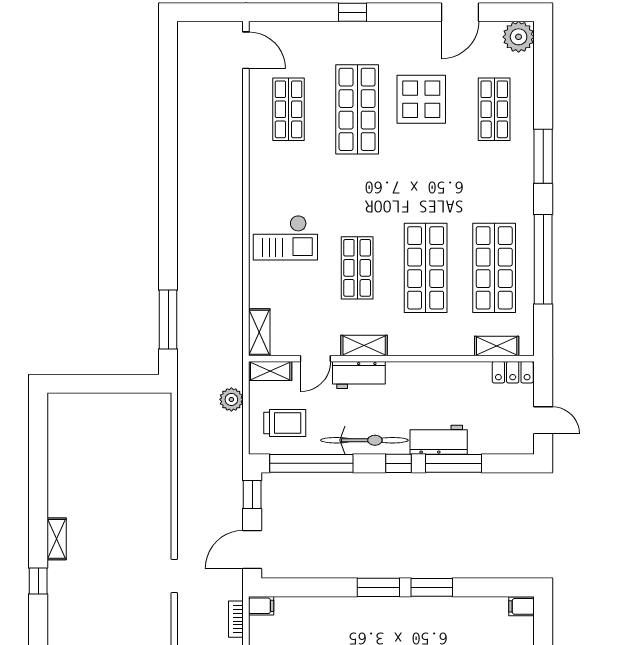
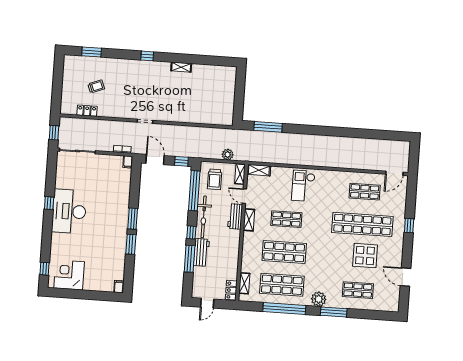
plant: (519, 37) -> (319, 299), moved
shop shelf: (357, 109) -> (362, 224), width x1.40
shelving: (57, 539) -> (181, 67), moved

